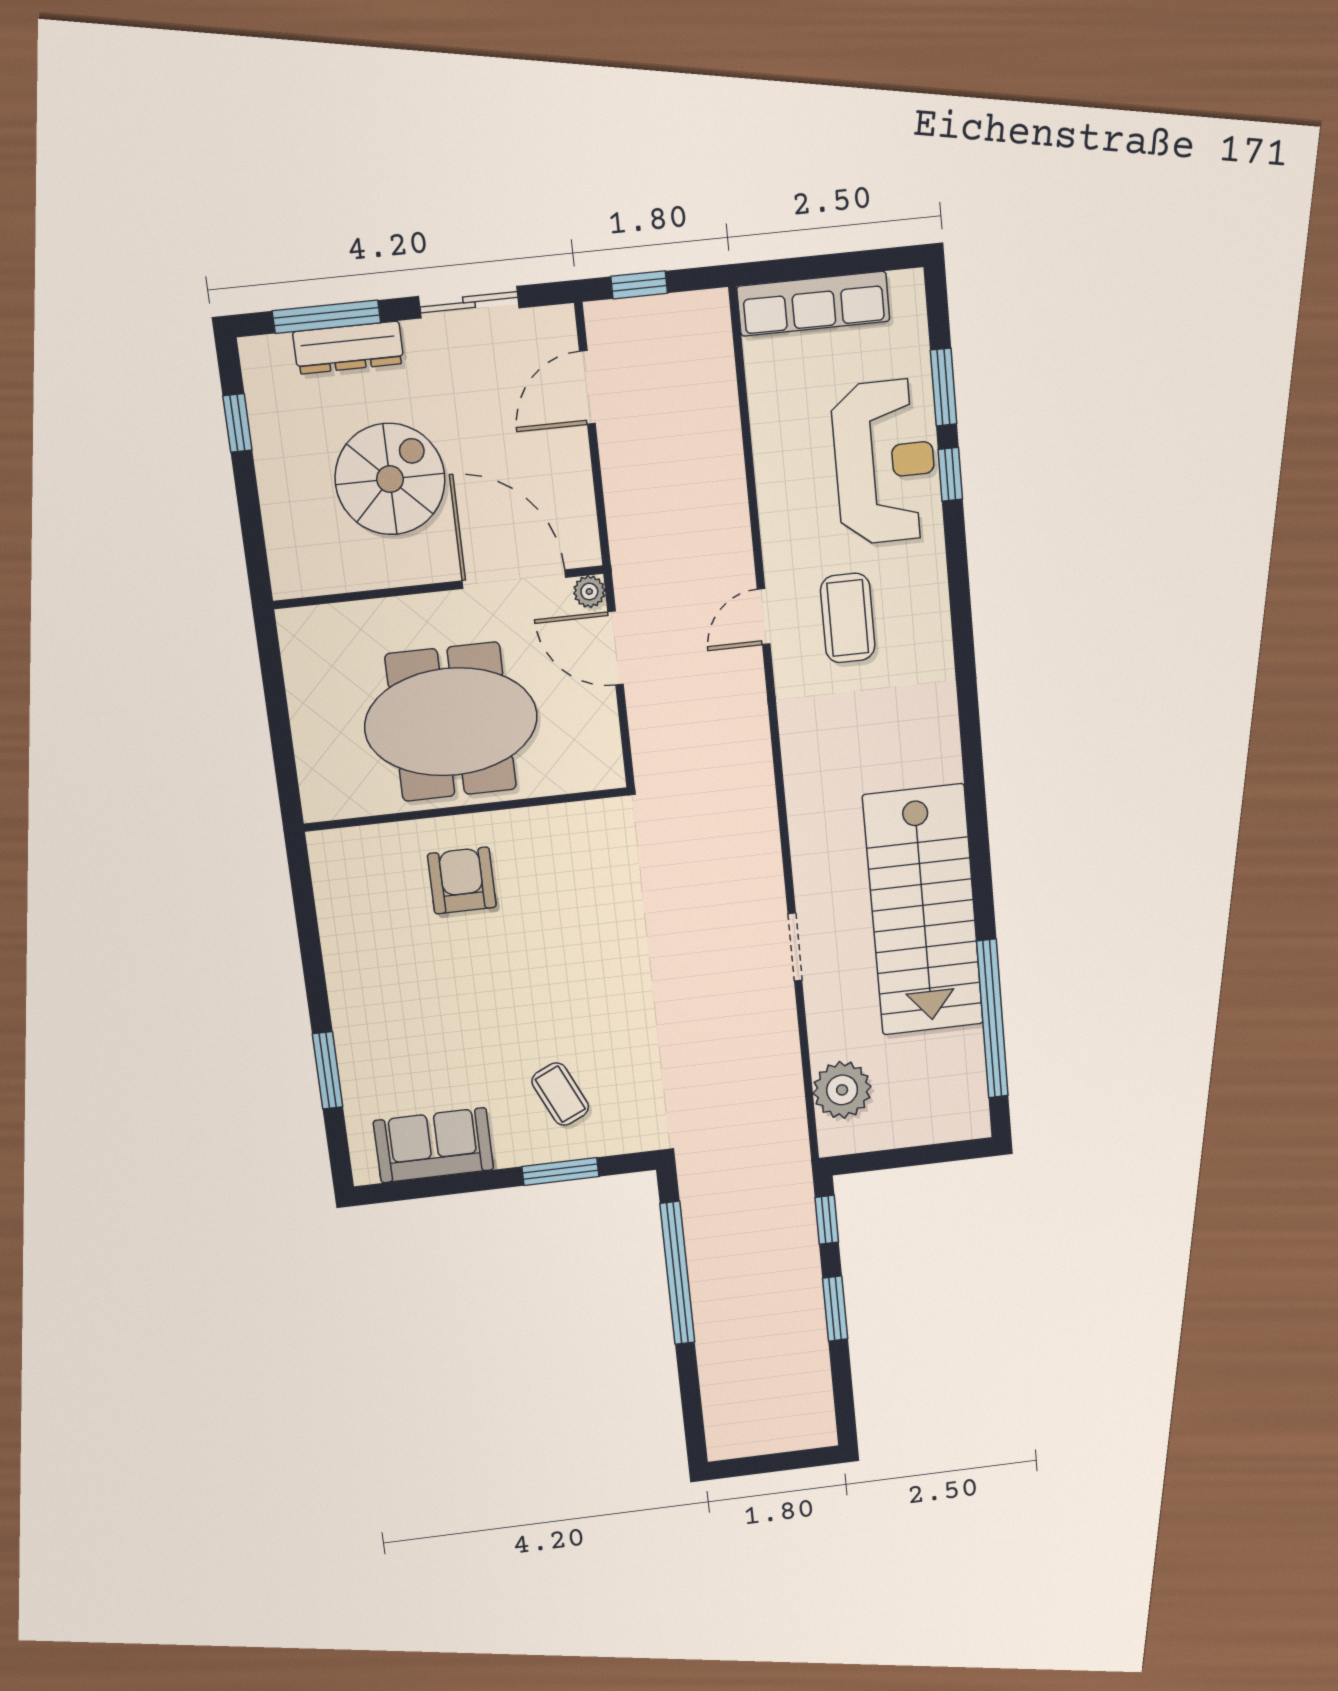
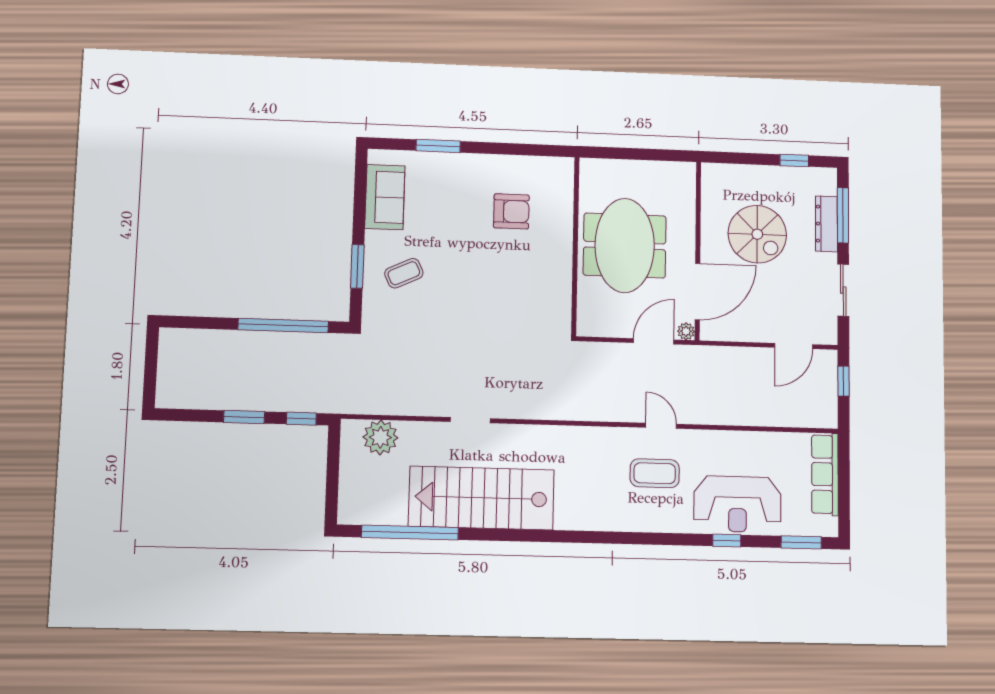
door: (587, 387) -> (794, 346), swing flipped
window: (944, 387) -> (801, 542), moved
armchair: (462, 881) -> (511, 211), moved

